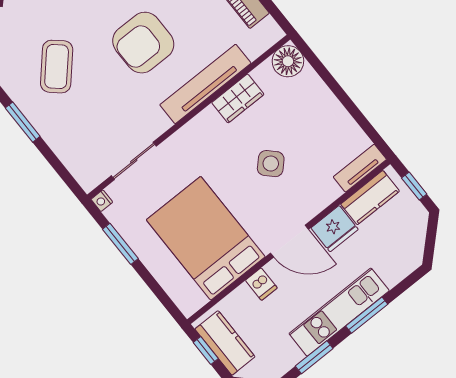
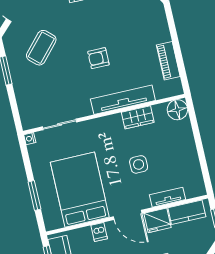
armchair: (143, 43) -> (98, 58), width x0.53, depth x0.53
side table: (271, 164) -> (139, 164), turned 45
tv unit: (360, 168) -> (167, 197), moved
window: (120, 244) -> (34, 195), moved

